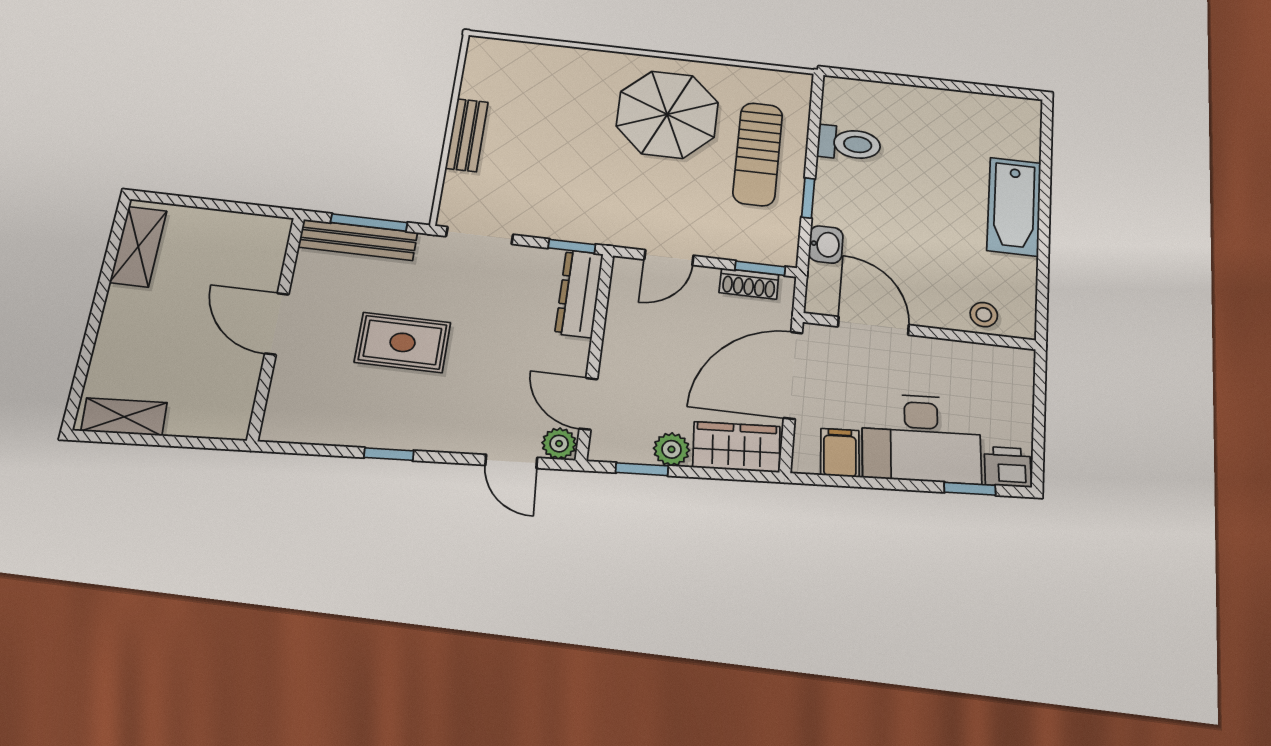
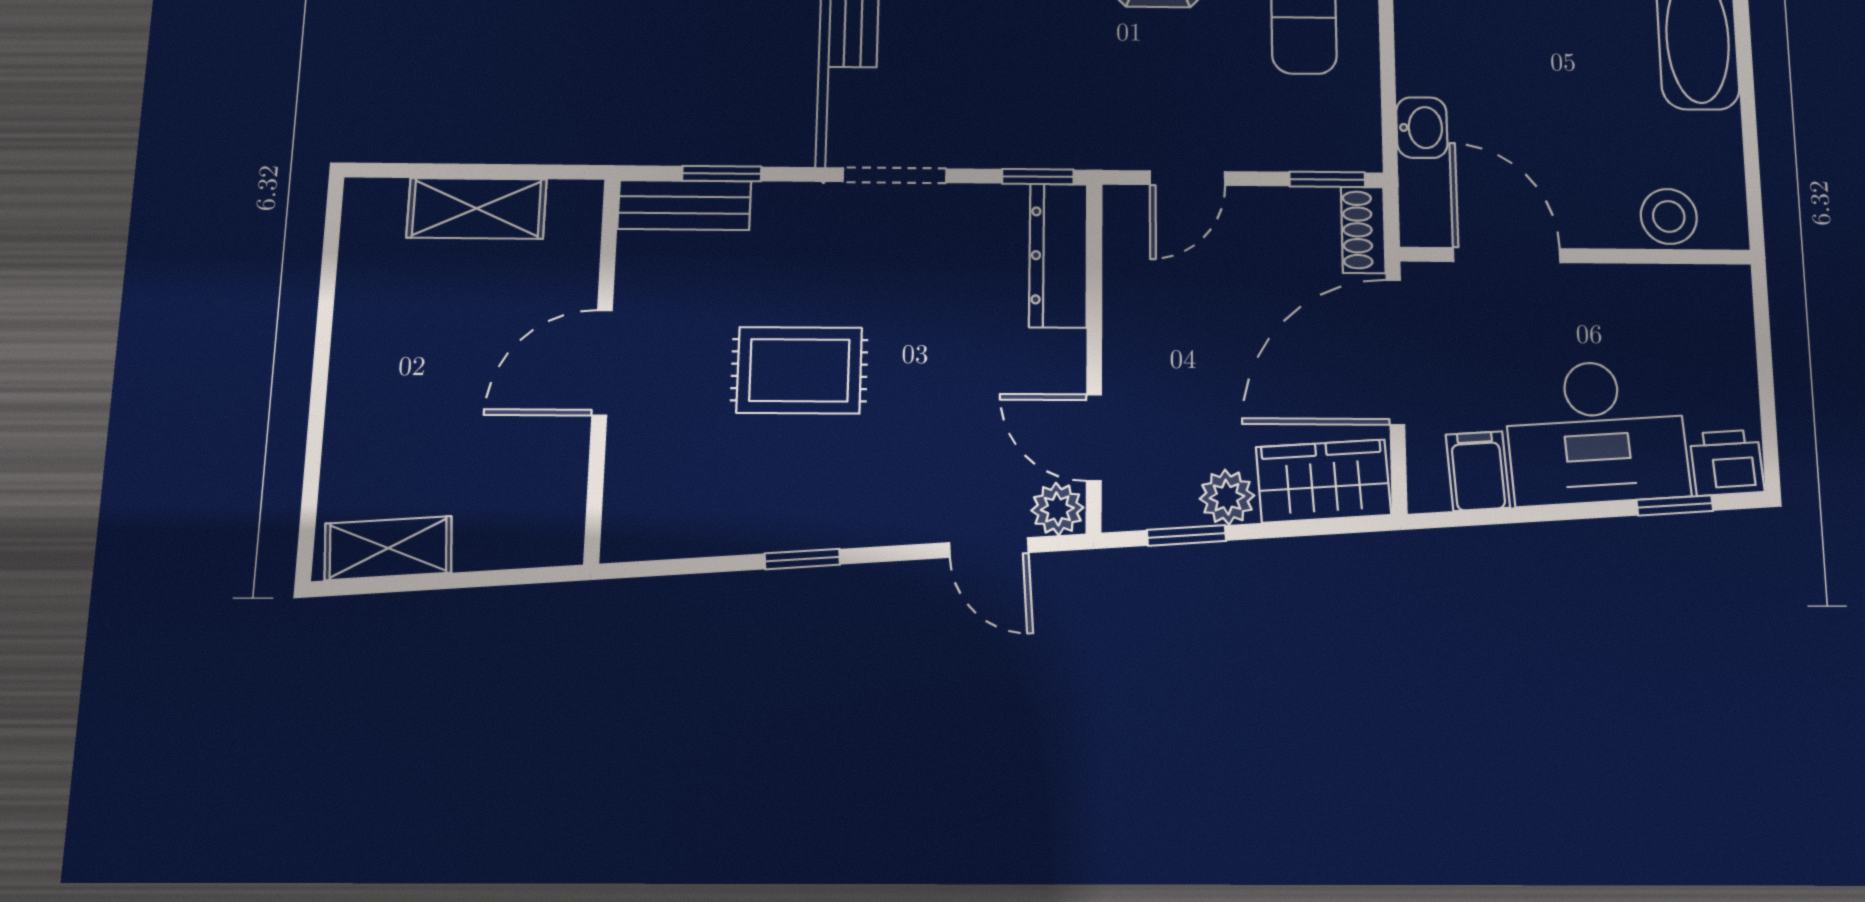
window: (808, 198) -> (1387, 52), removed
window: (369, 223) -> (722, 174), width x0.67
bench: (358, 240) -> (684, 205), width x0.73
shelving: (138, 247) -> (477, 208), moved, turned 90
shoe rack: (749, 284) -> (1363, 230), moved, turned 90
stool: (984, 315) -> (1669, 216), width x1.37, depth x1.37
door: (277, 324) -> (602, 363), hinge flipped

